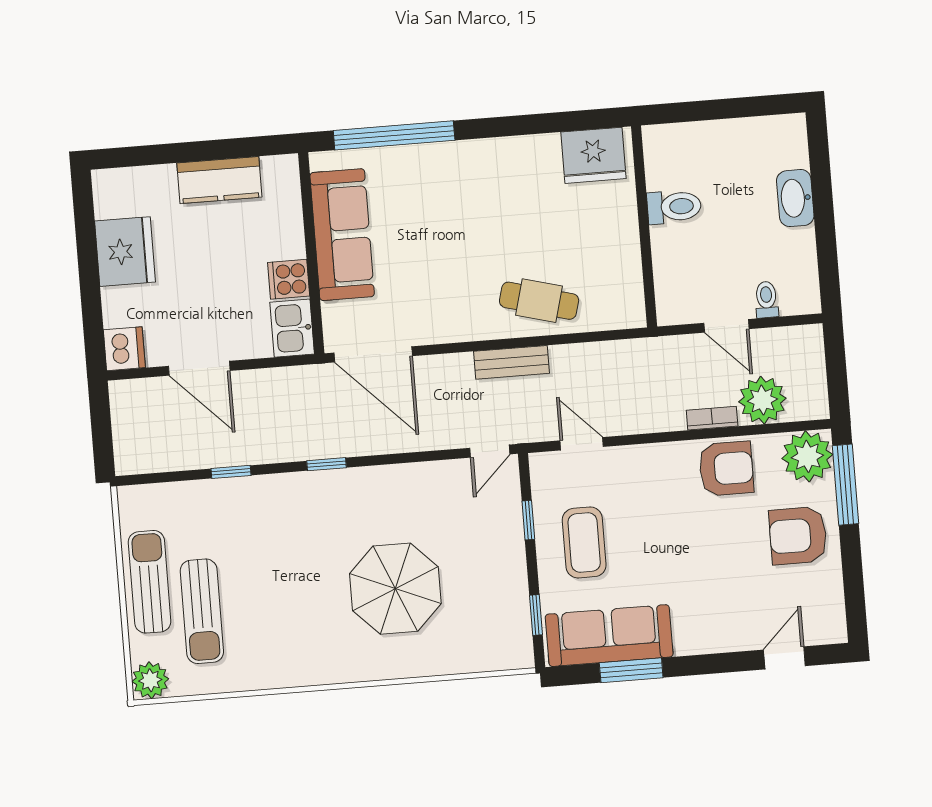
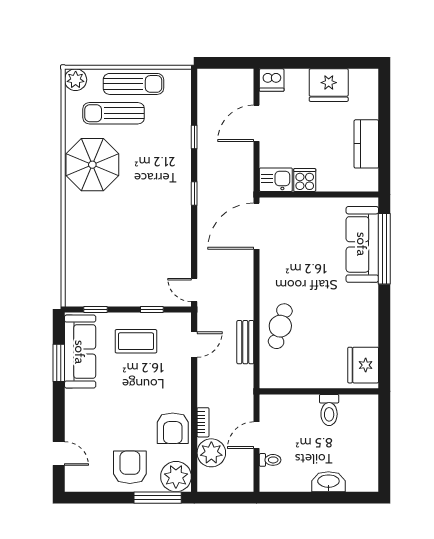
sofa: (342, 235) -> (362, 244), moved, turned 90
bench: (512, 362) -> (245, 342), moved
parasol: (395, 589) -> (92, 165), moved

